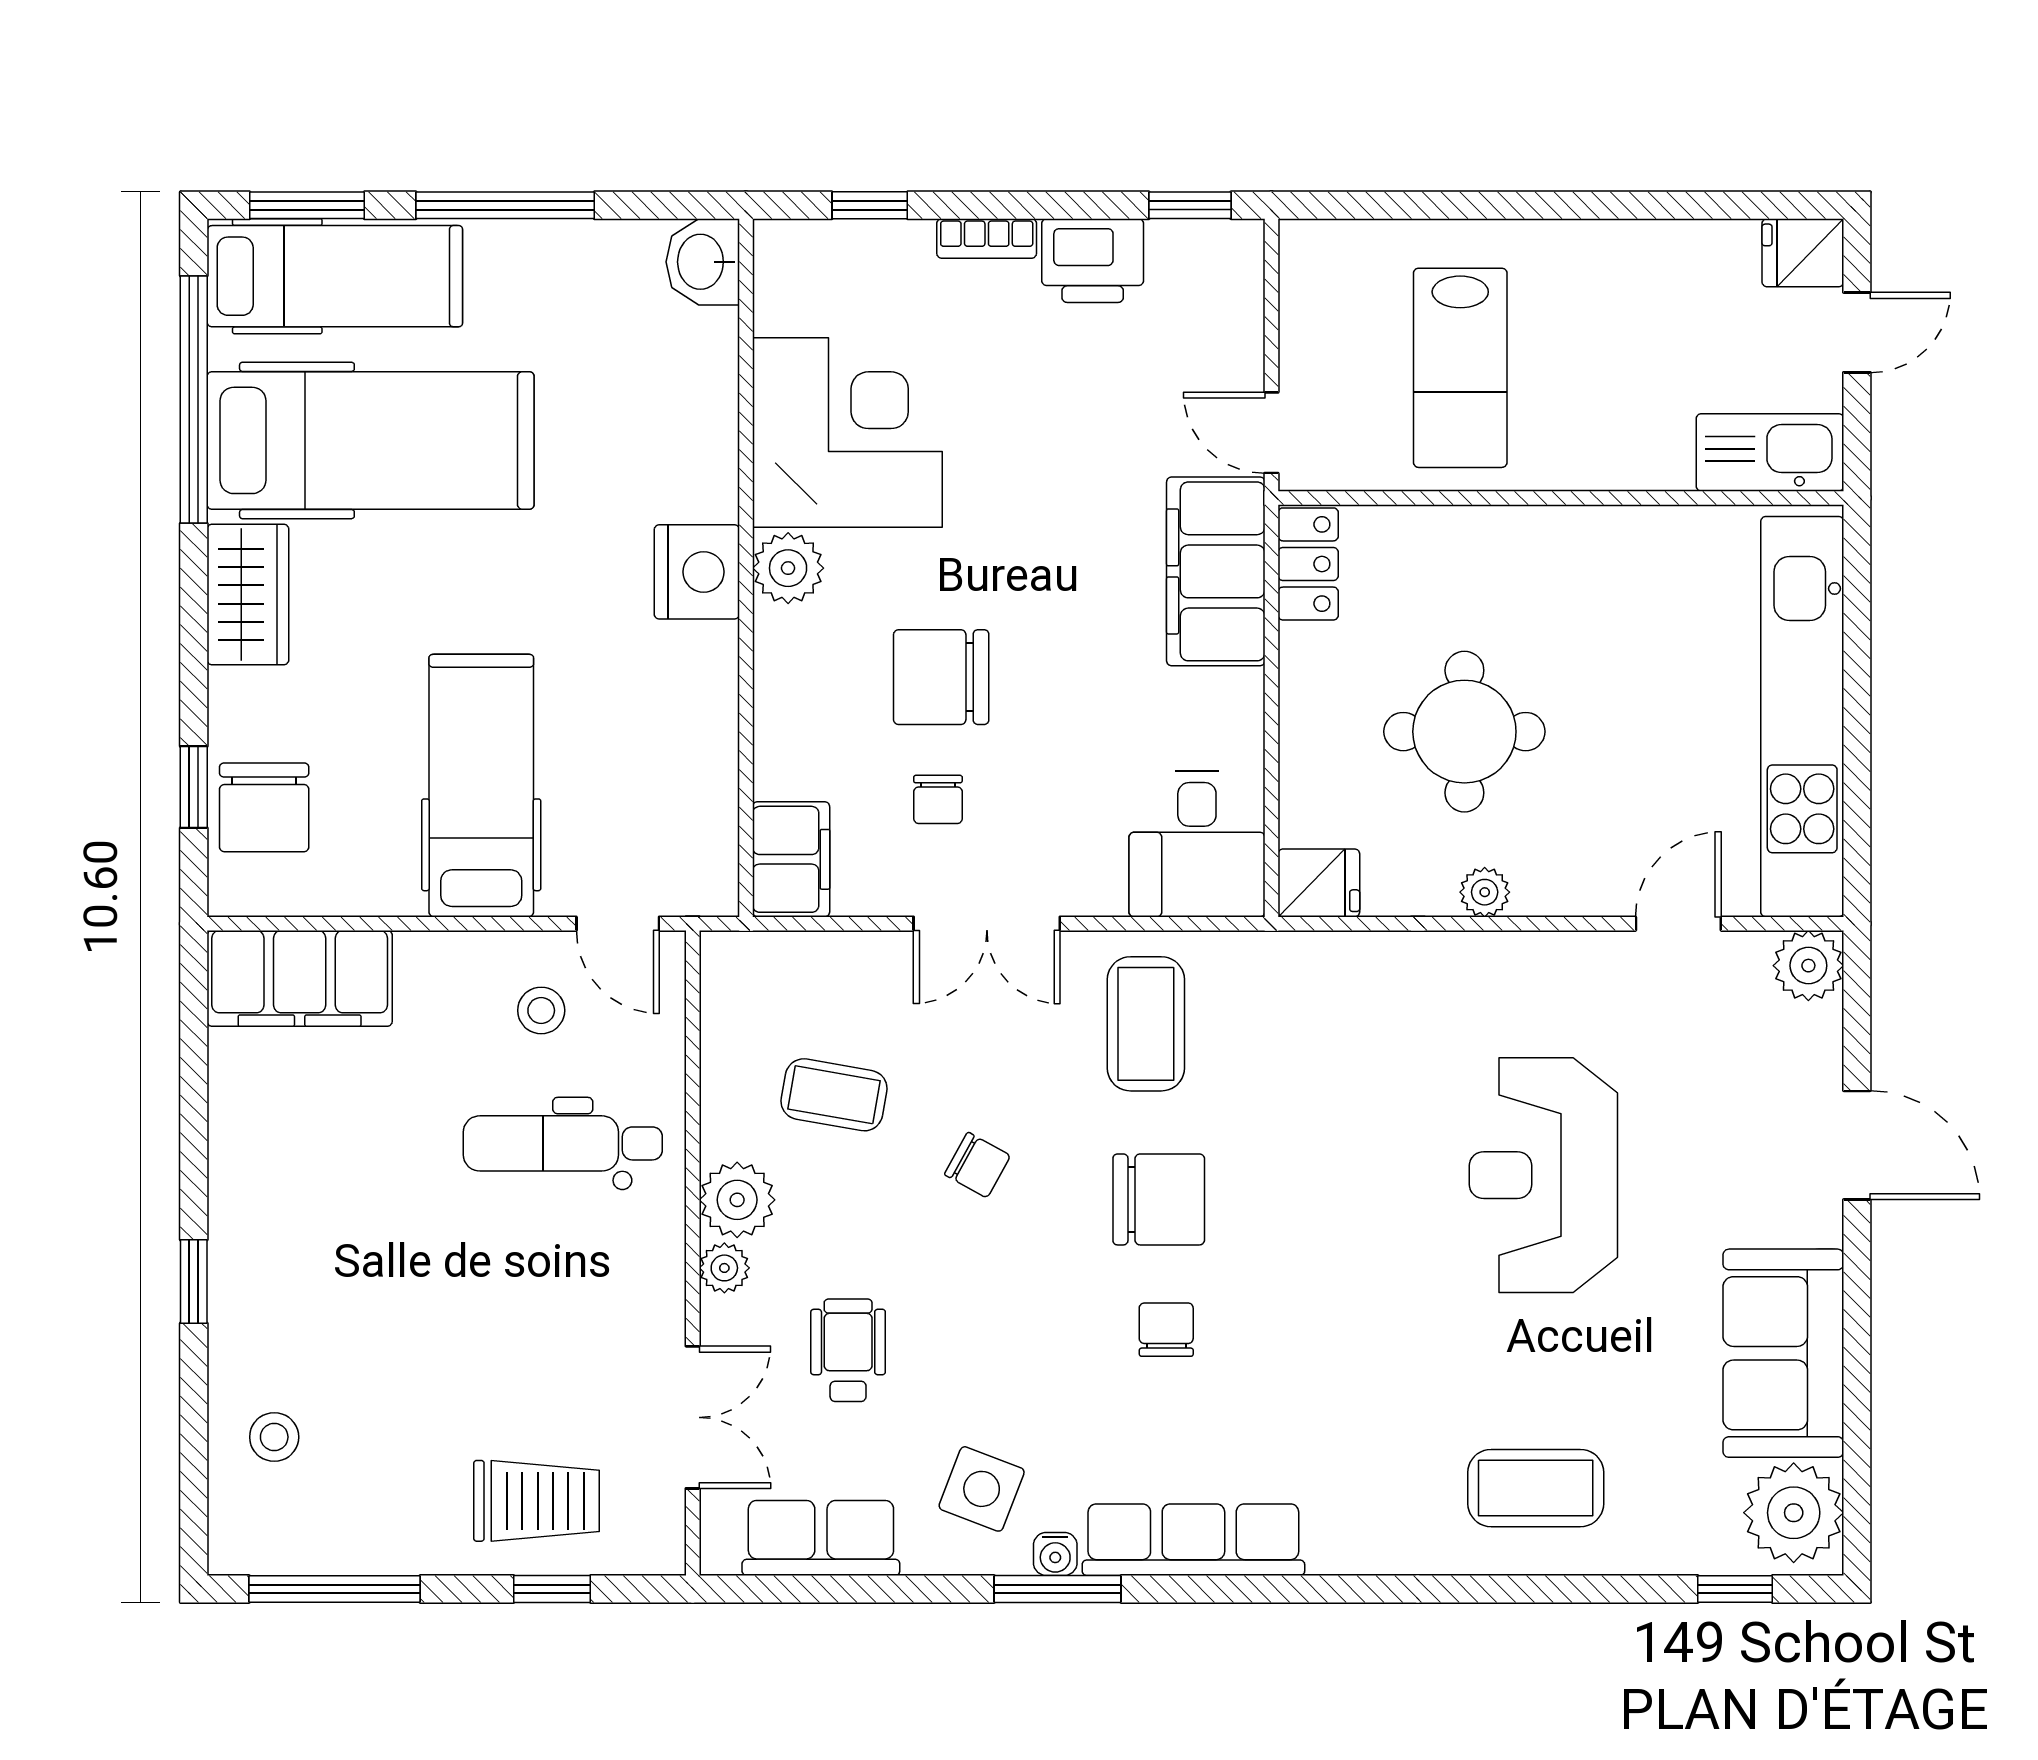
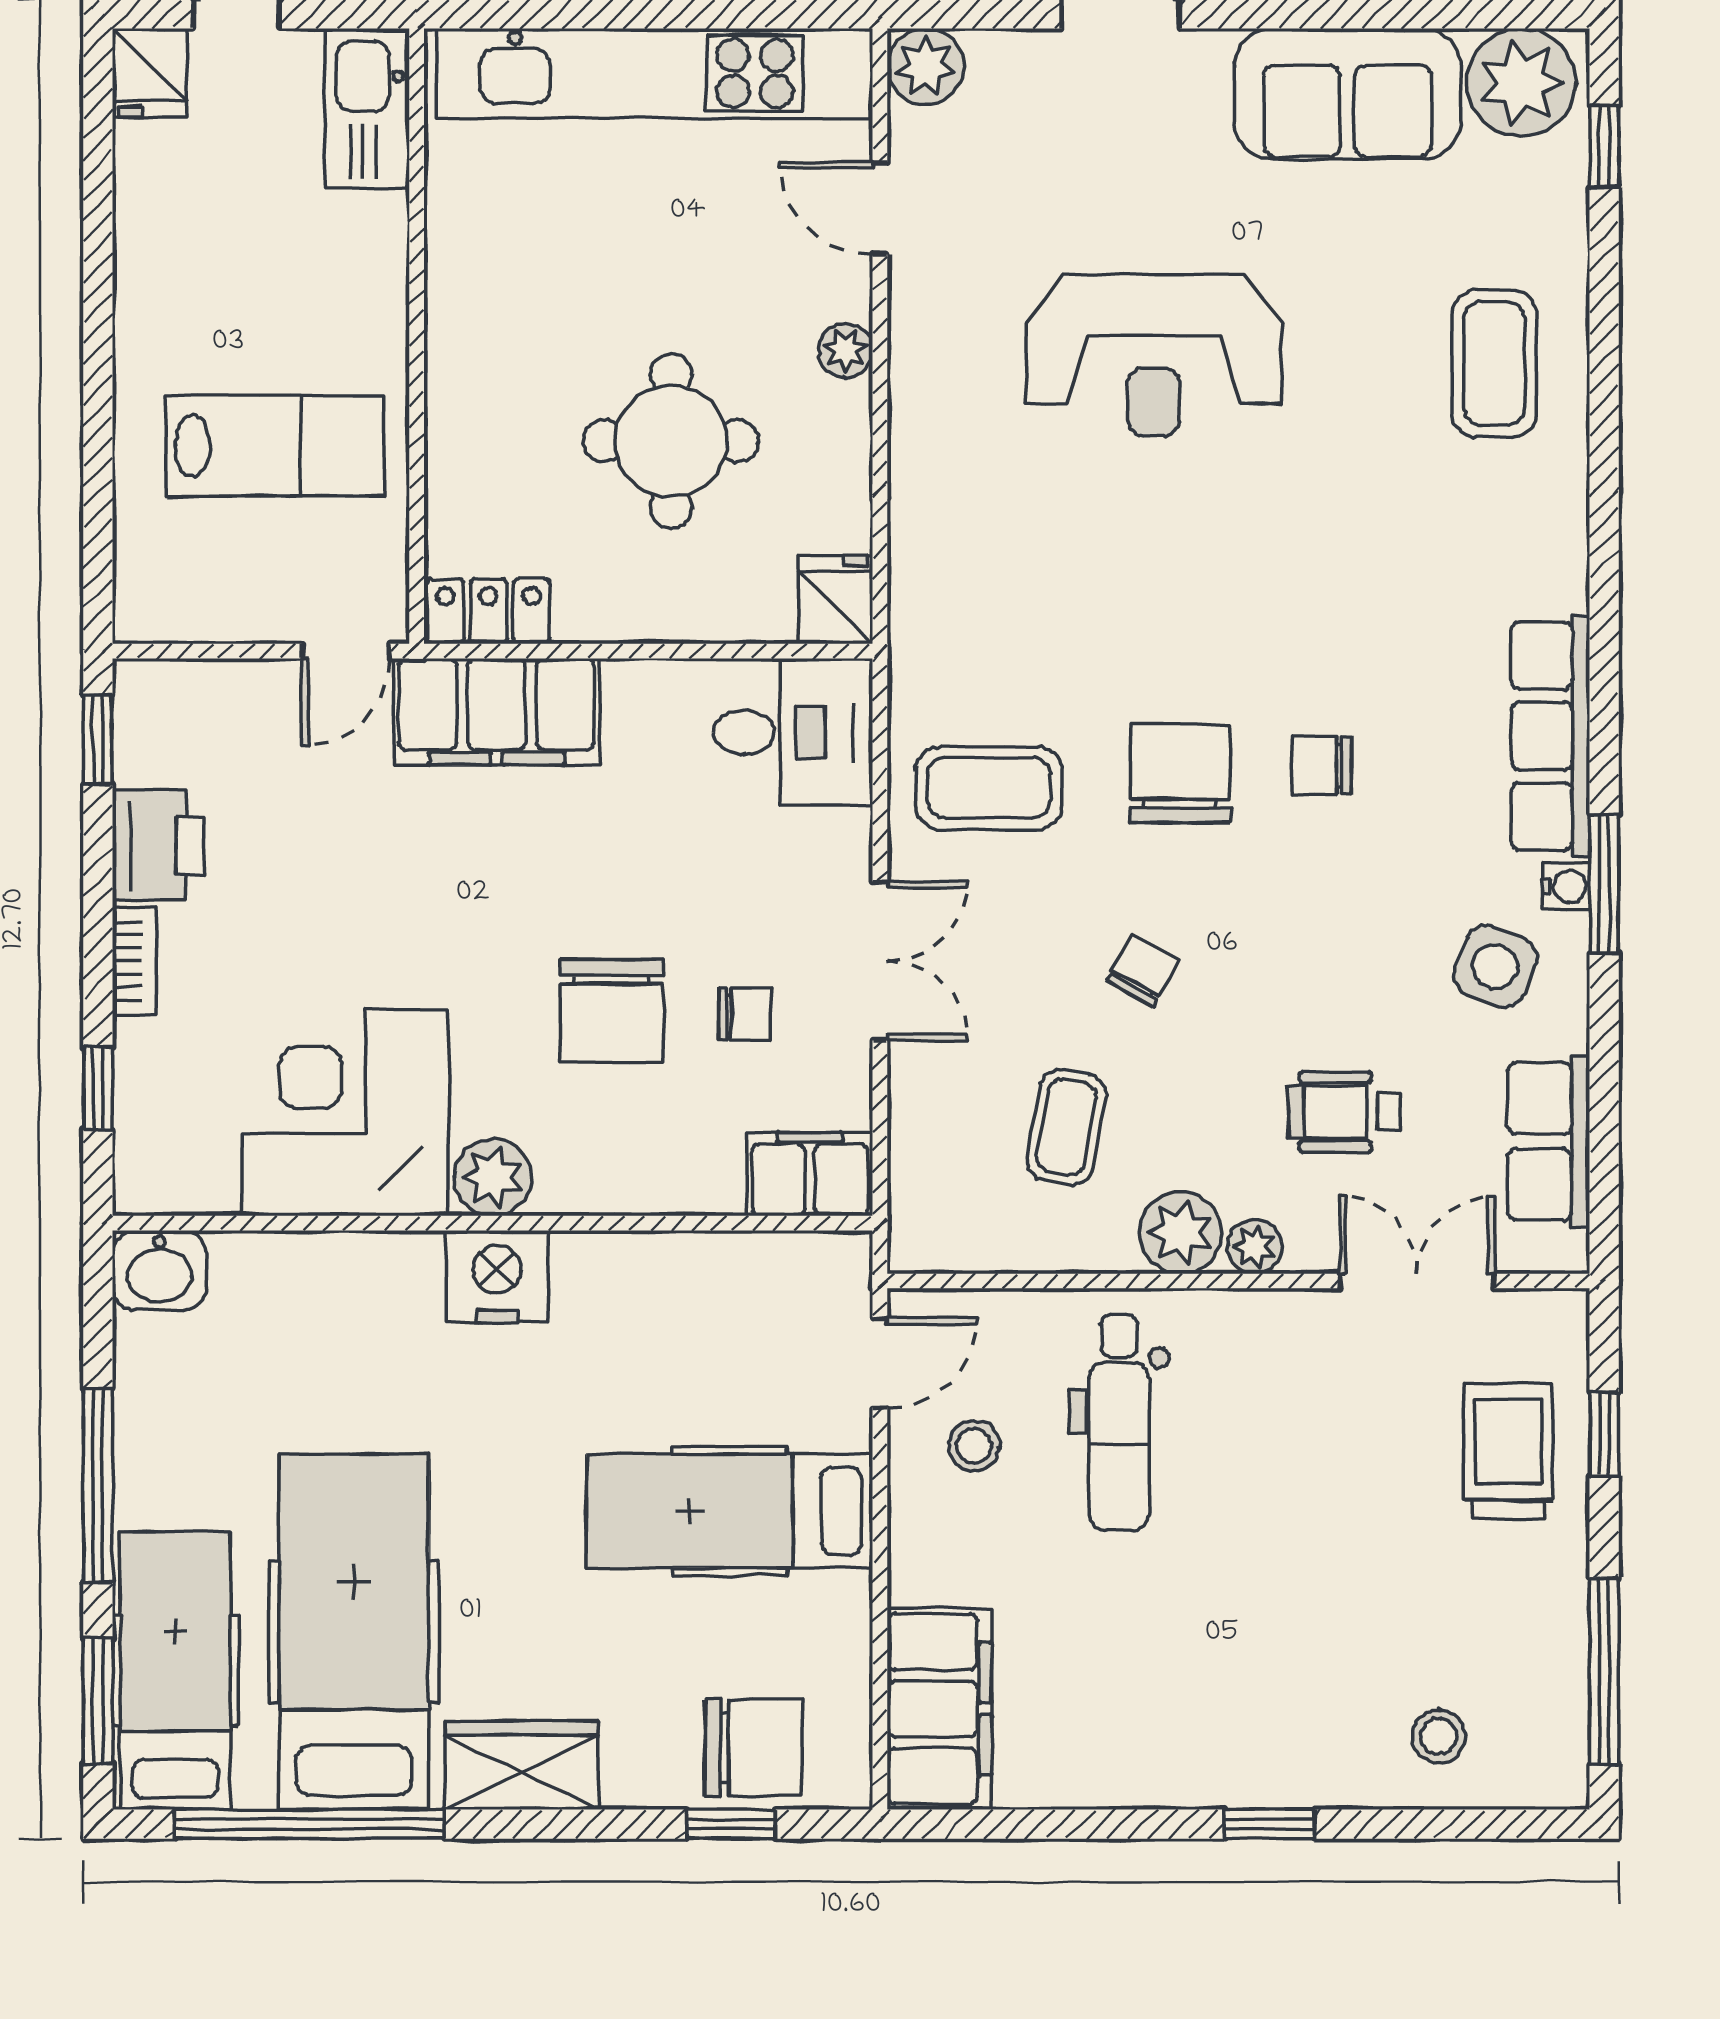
plant: (1485, 892) -> (846, 350), moved

